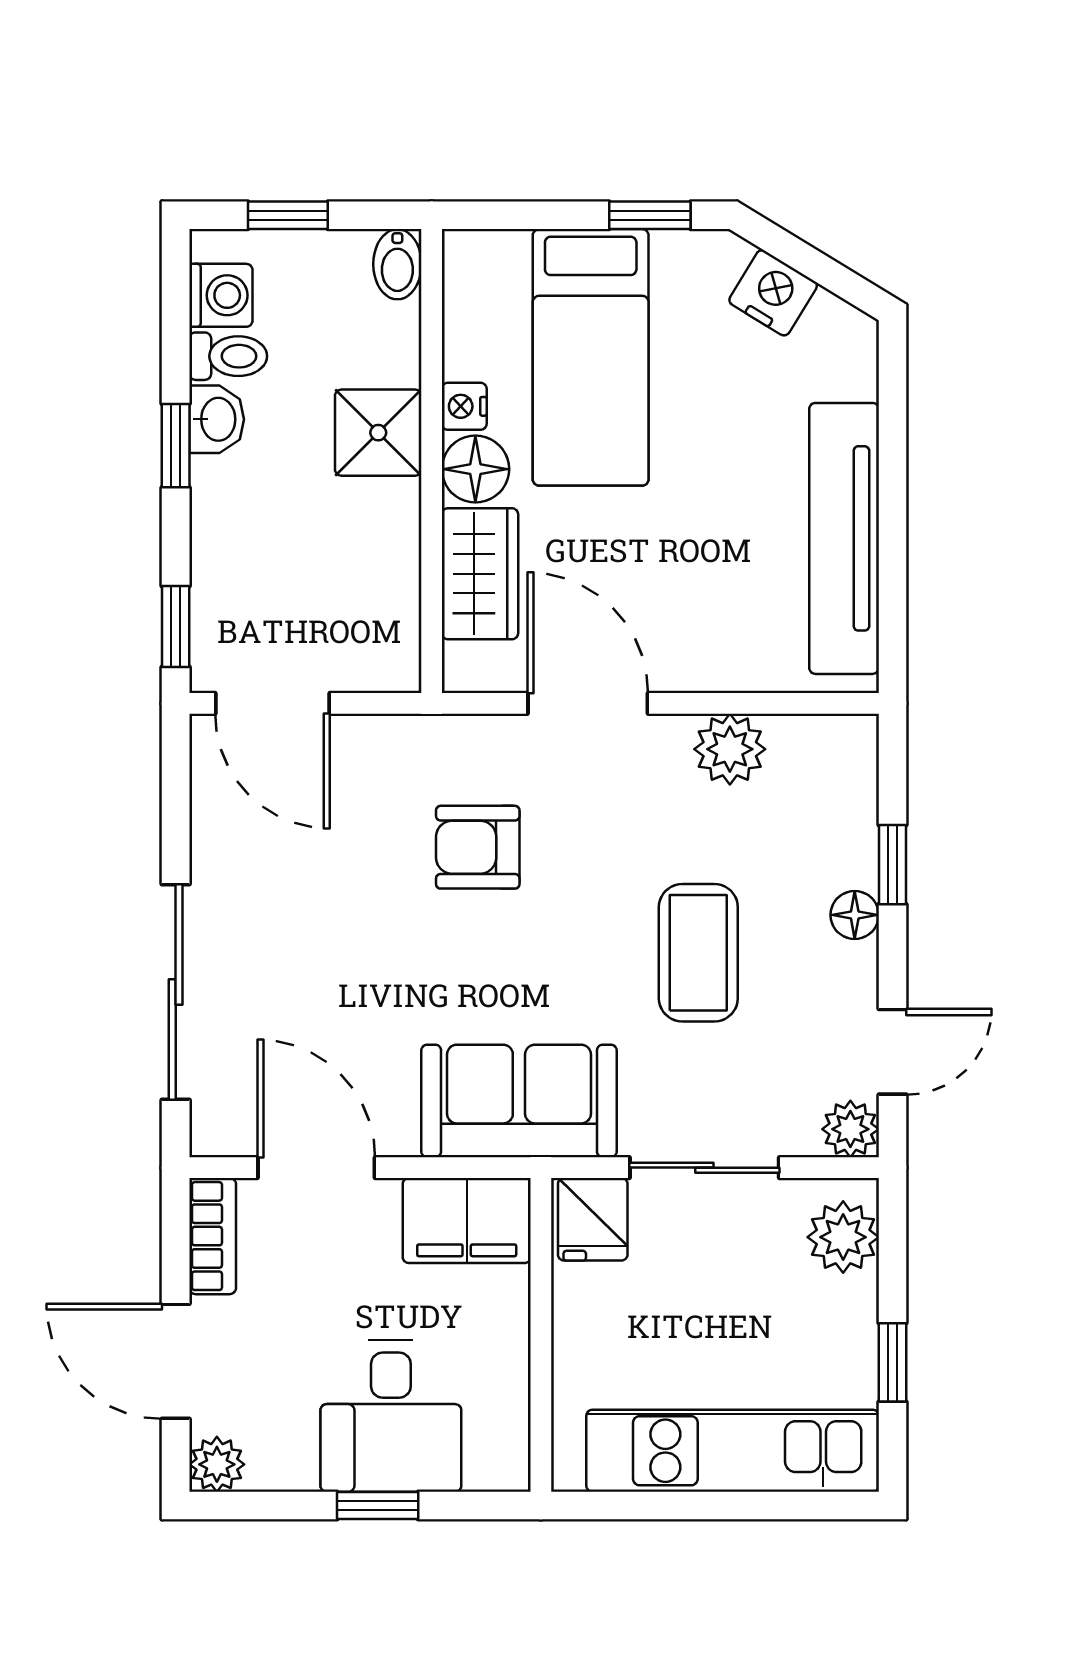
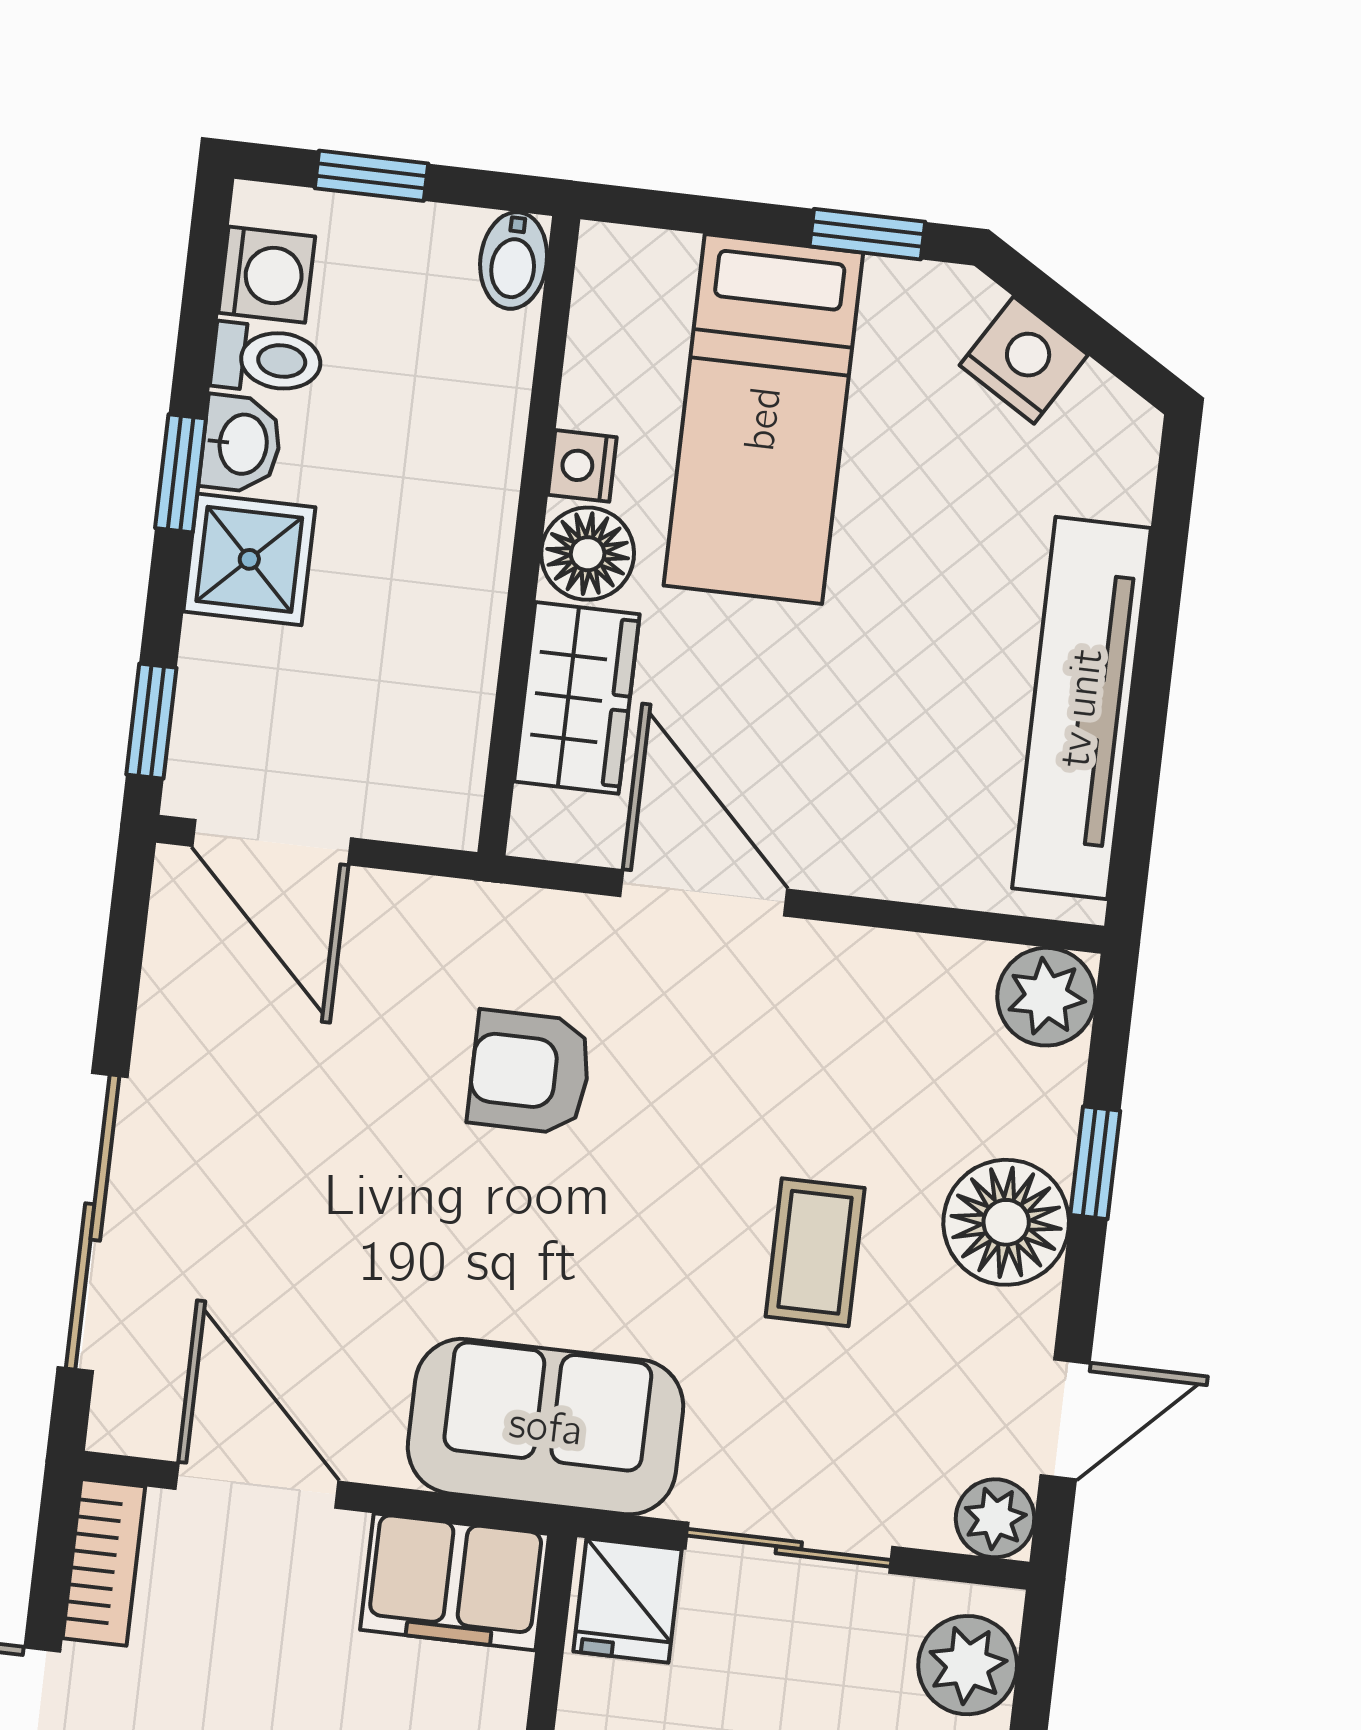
shower: (378, 433) -> (249, 559), moved
plant: (730, 749) -> (1046, 997), moved
floor lamp: (855, 915) -> (1006, 1222), width x1.89, depth x1.89
coffee table: (698, 953) -> (815, 1252), width x0.73, depth x0.77

